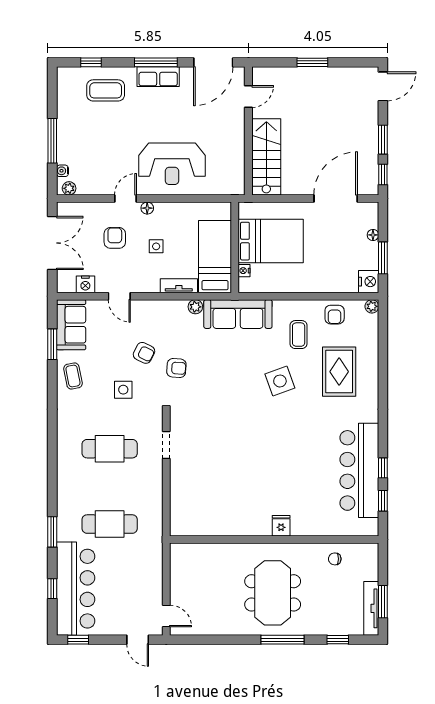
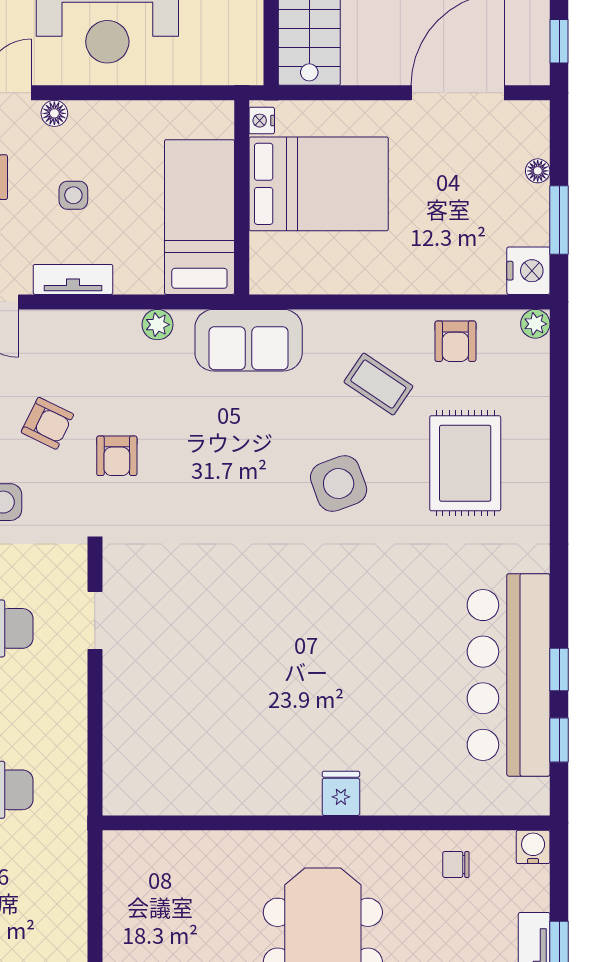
nightstand: (244, 271) -> (262, 121), moved
tv unit: (179, 286) -> (73, 279), moved
sofa: (238, 314) -> (249, 340), width x0.73
coffee table: (299, 335) -> (378, 384), turned -56
armchair: (176, 368) -> (117, 456), turned 86
water cooler: (371, 551) -> (533, 847), added

